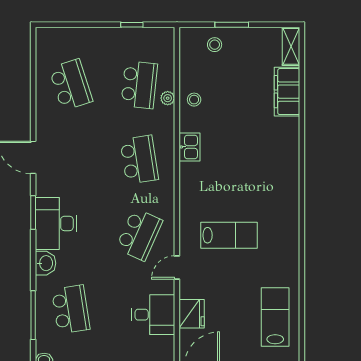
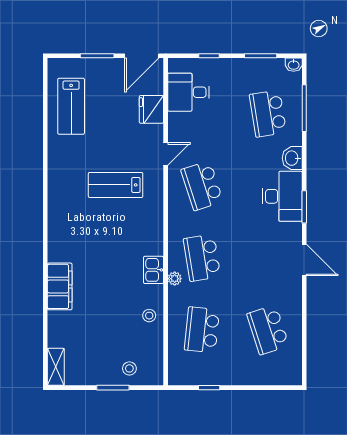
filing cabinet: (287, 92) -> (60, 286), moved
plant: (168, 98) -> (175, 279), moved
school desk: (139, 235) -> (202, 186), turned -42
desk: (153, 315) -> (189, 92), moved

